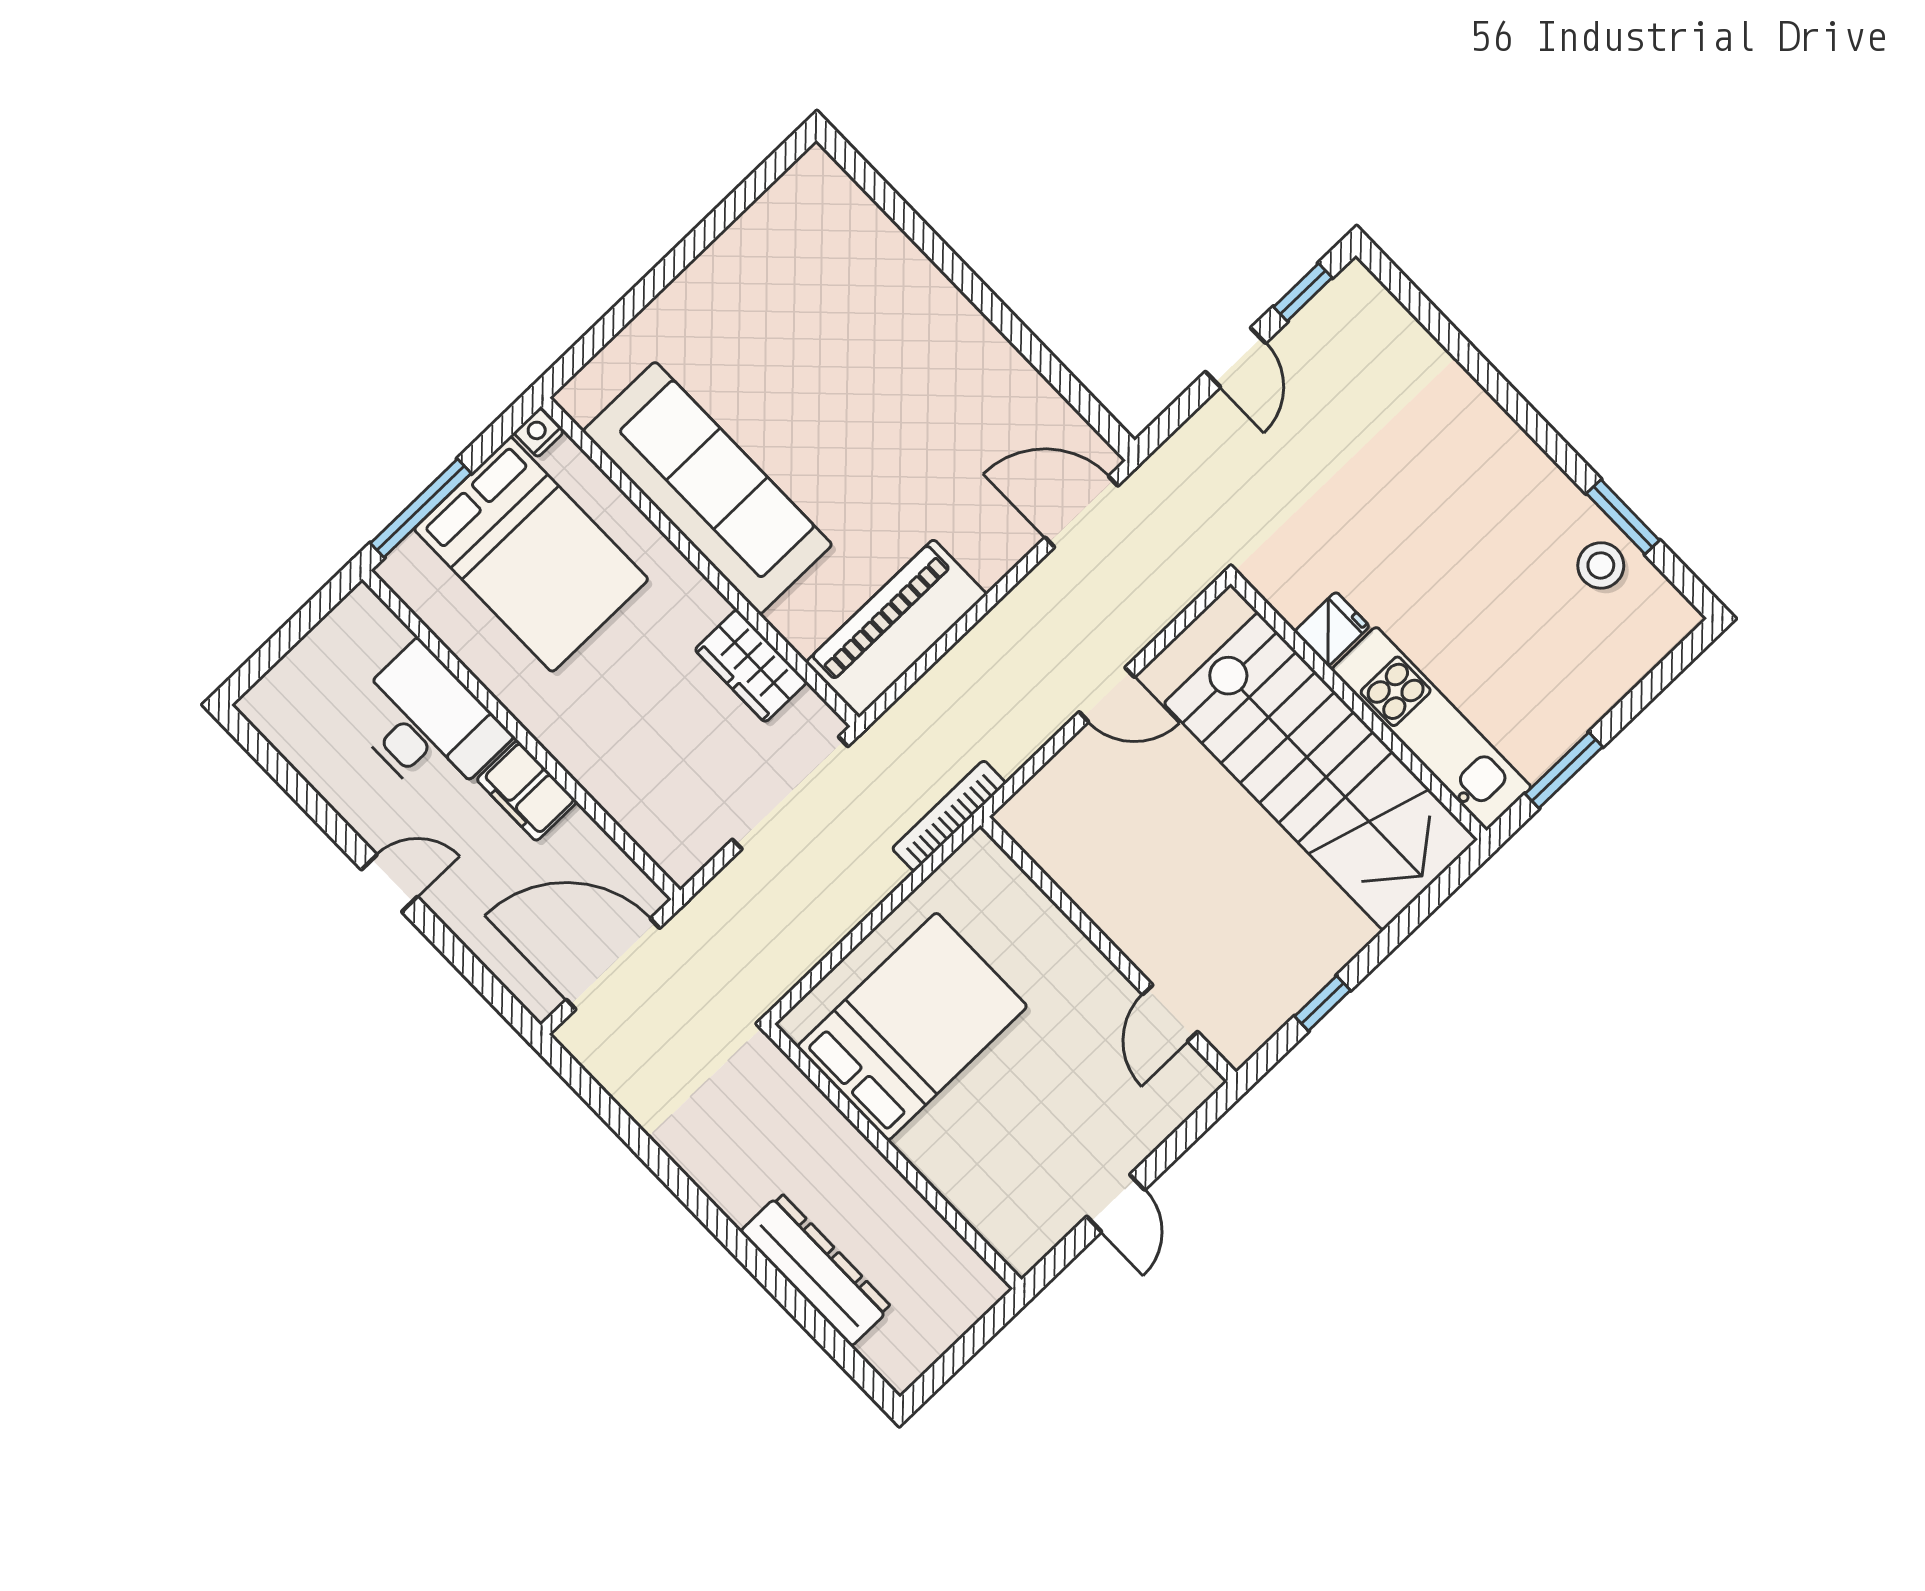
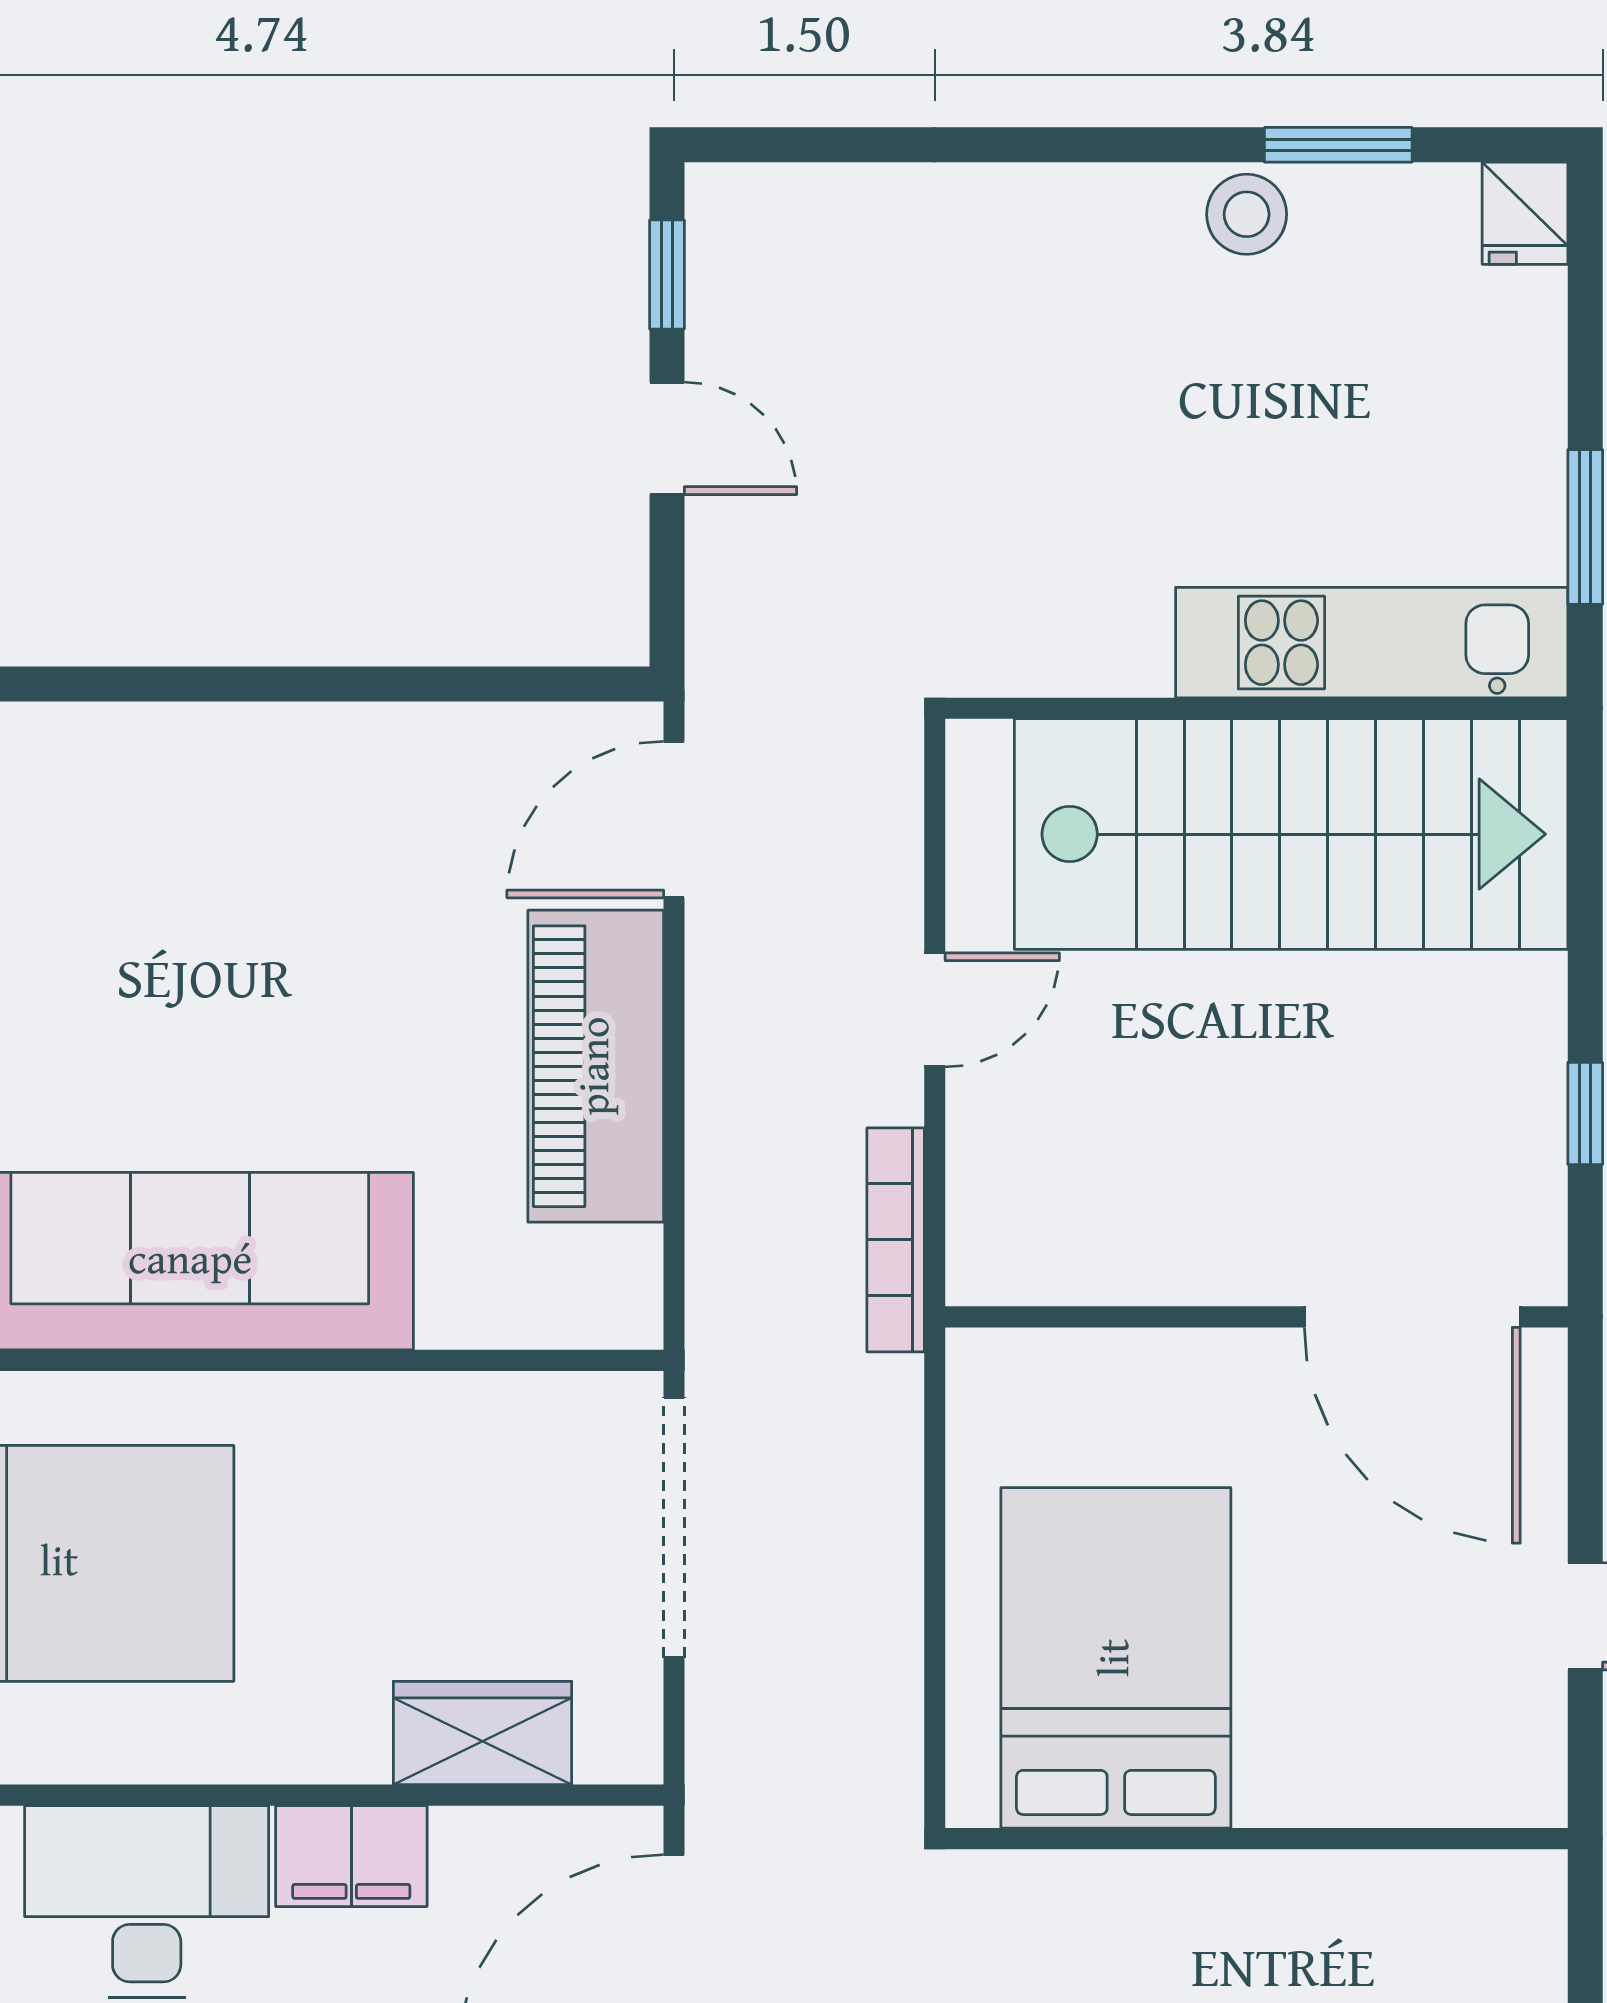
stool: (1601, 565) -> (1247, 214), moved
piano: (896, 628) -> (596, 1066), moved
fridge: (1332, 629) -> (1525, 213), moved, turned 180
wardrobe: (751, 666) -> (483, 1733), moved, turned 180
bookcase: (949, 816) -> (896, 1240), moved
door: (1170, 1013) -> (1412, 1317), width x1.88

